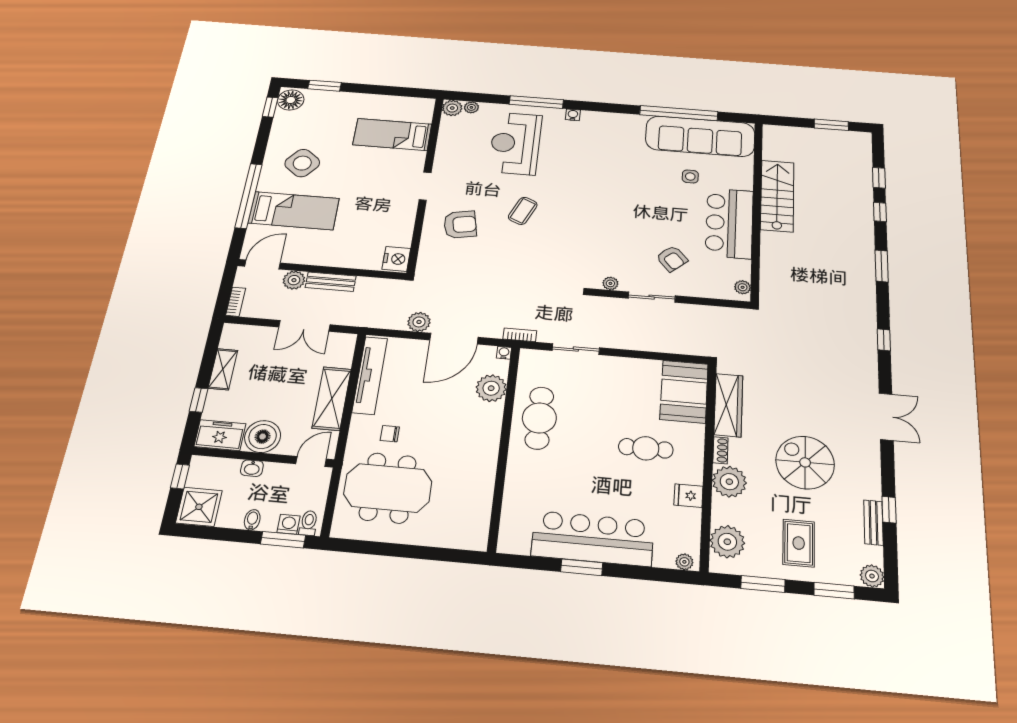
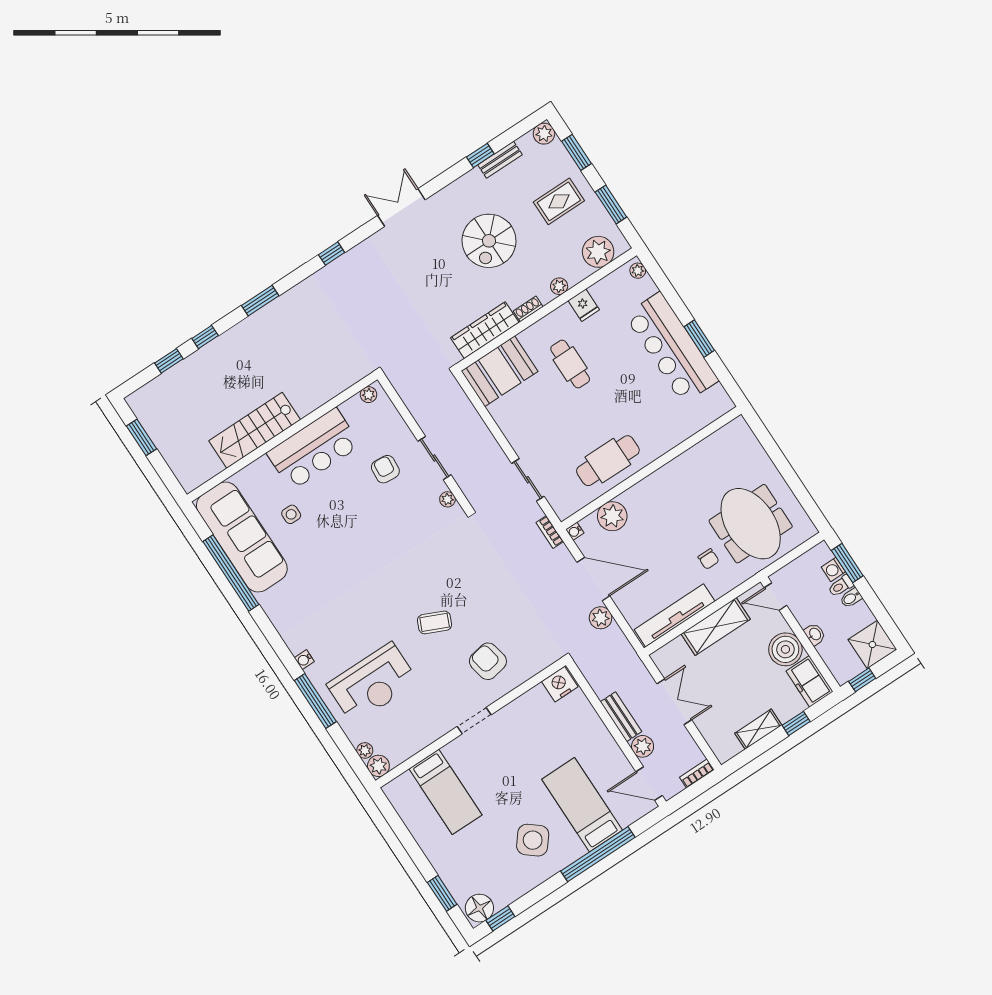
armchair: (672, 259) -> (385, 469), turned -44
plant: (729, 482) -> (559, 286), width x0.53, depth x0.53
toilet: (309, 523) -> (841, 586), moved

